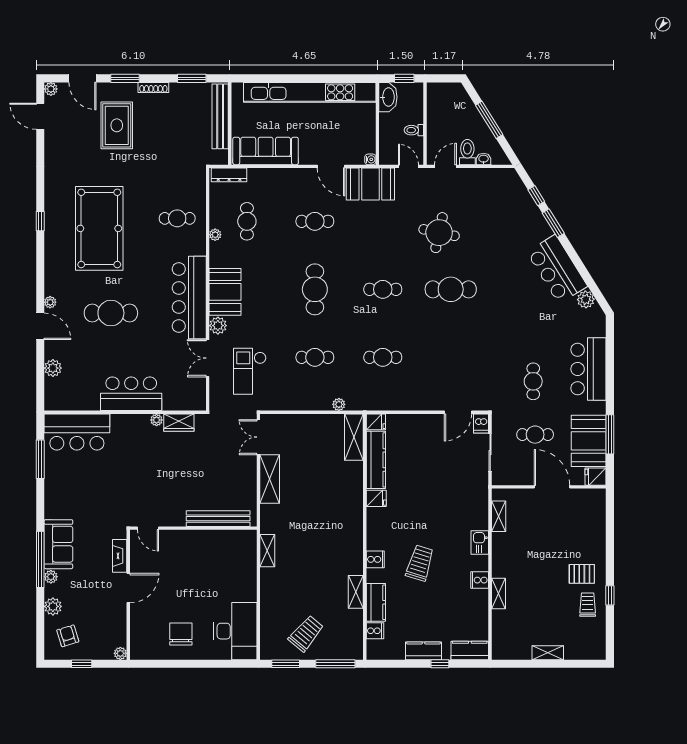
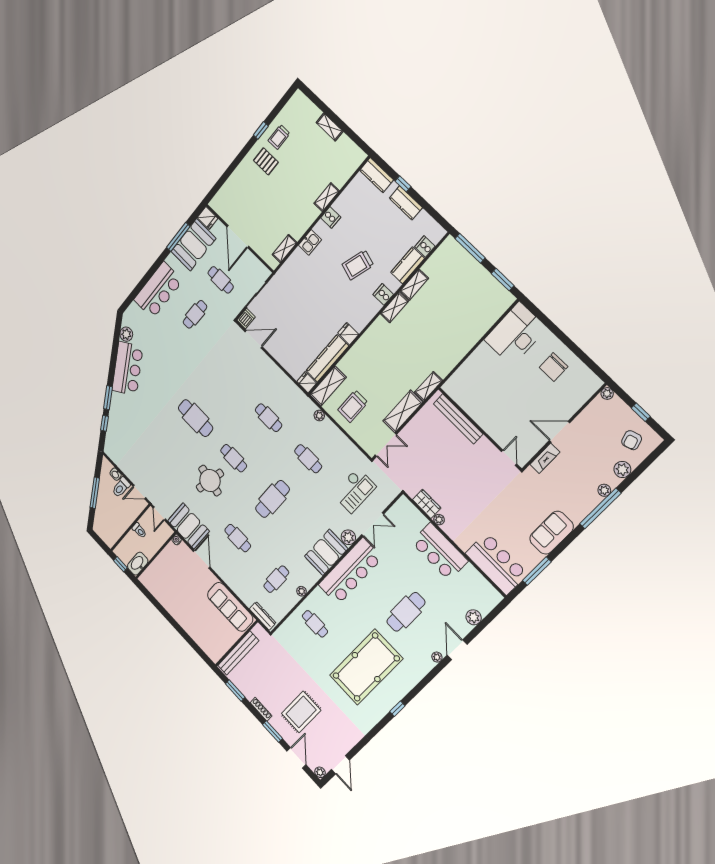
kitchen unit: (310, 92) -> (177, 612), removed
round table: (439, 233) -> (210, 481), moved
cafe table: (111, 313) -> (406, 612), turned 90
sofa: (58, 544) -> (551, 533), moved
shelving: (267, 551) -> (428, 386), moved
shelving: (356, 558) -> (394, 307), added
trolley: (306, 633) -> (353, 406), moved, turned -40

